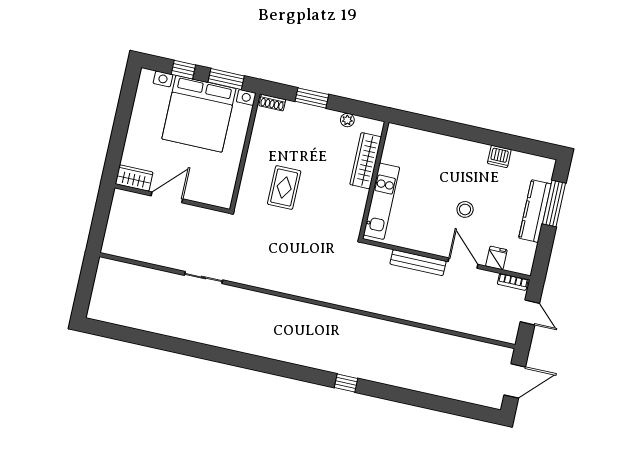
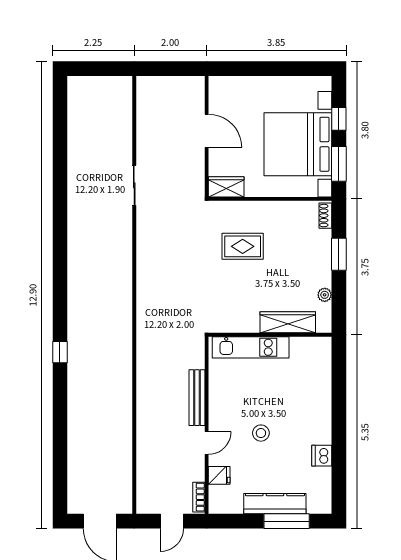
wardrobe: (134, 178) -> (226, 187), moved, turned -90
door: (463, 263) -> (207, 443), width x0.73

